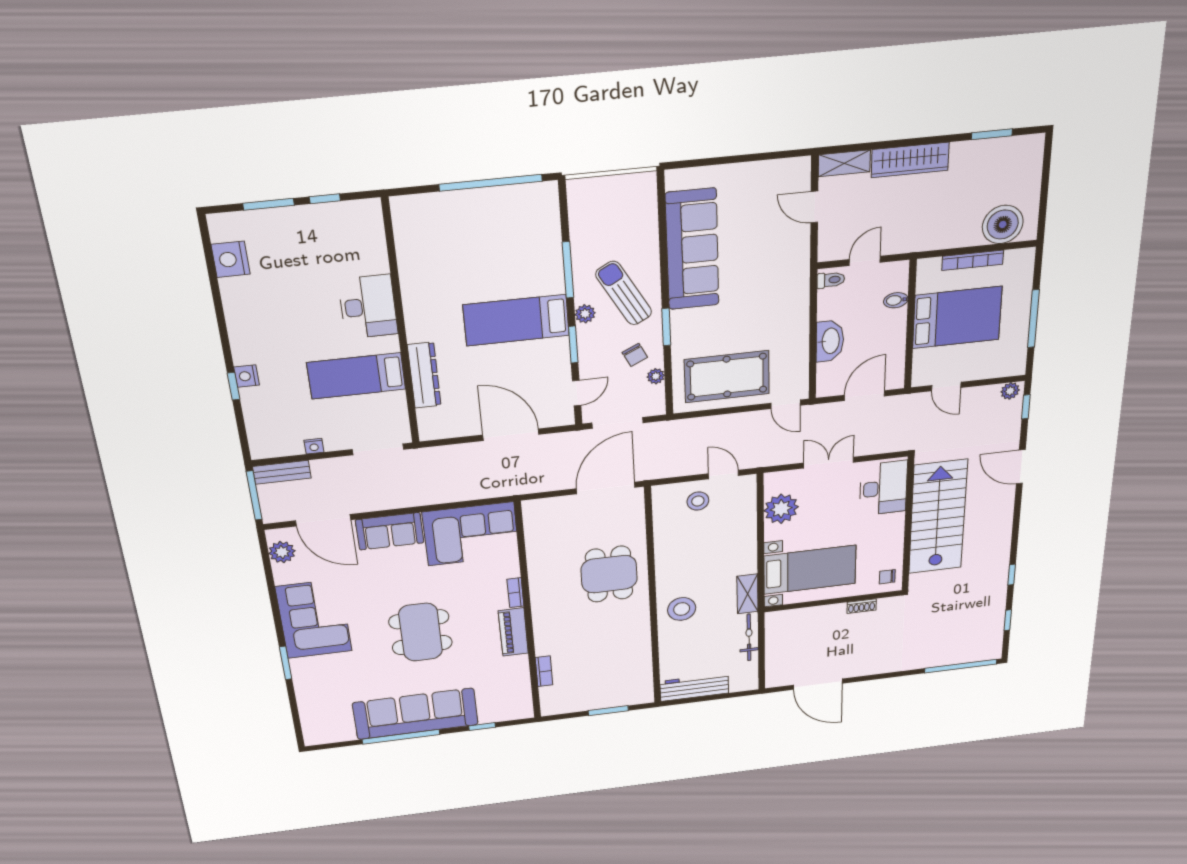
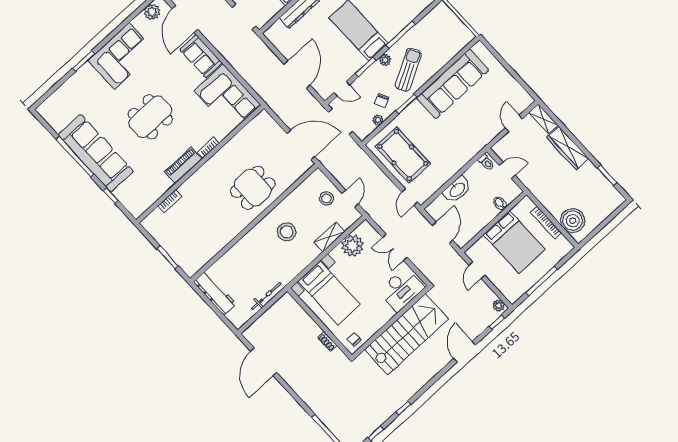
door: (864, 396) -> (443, 233), hinge flipped
double door: (829, 463) -> (395, 247), swing flipped
shelving: (747, 594) -> (329, 237), moved
stool: (682, 609) -> (287, 232), moved

